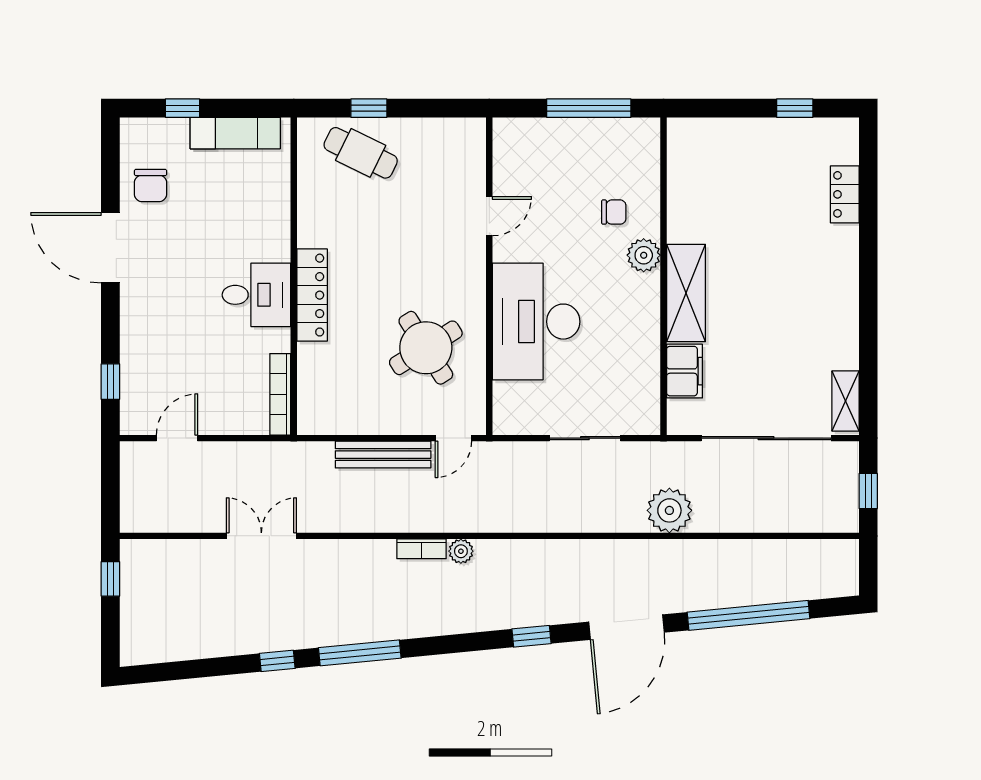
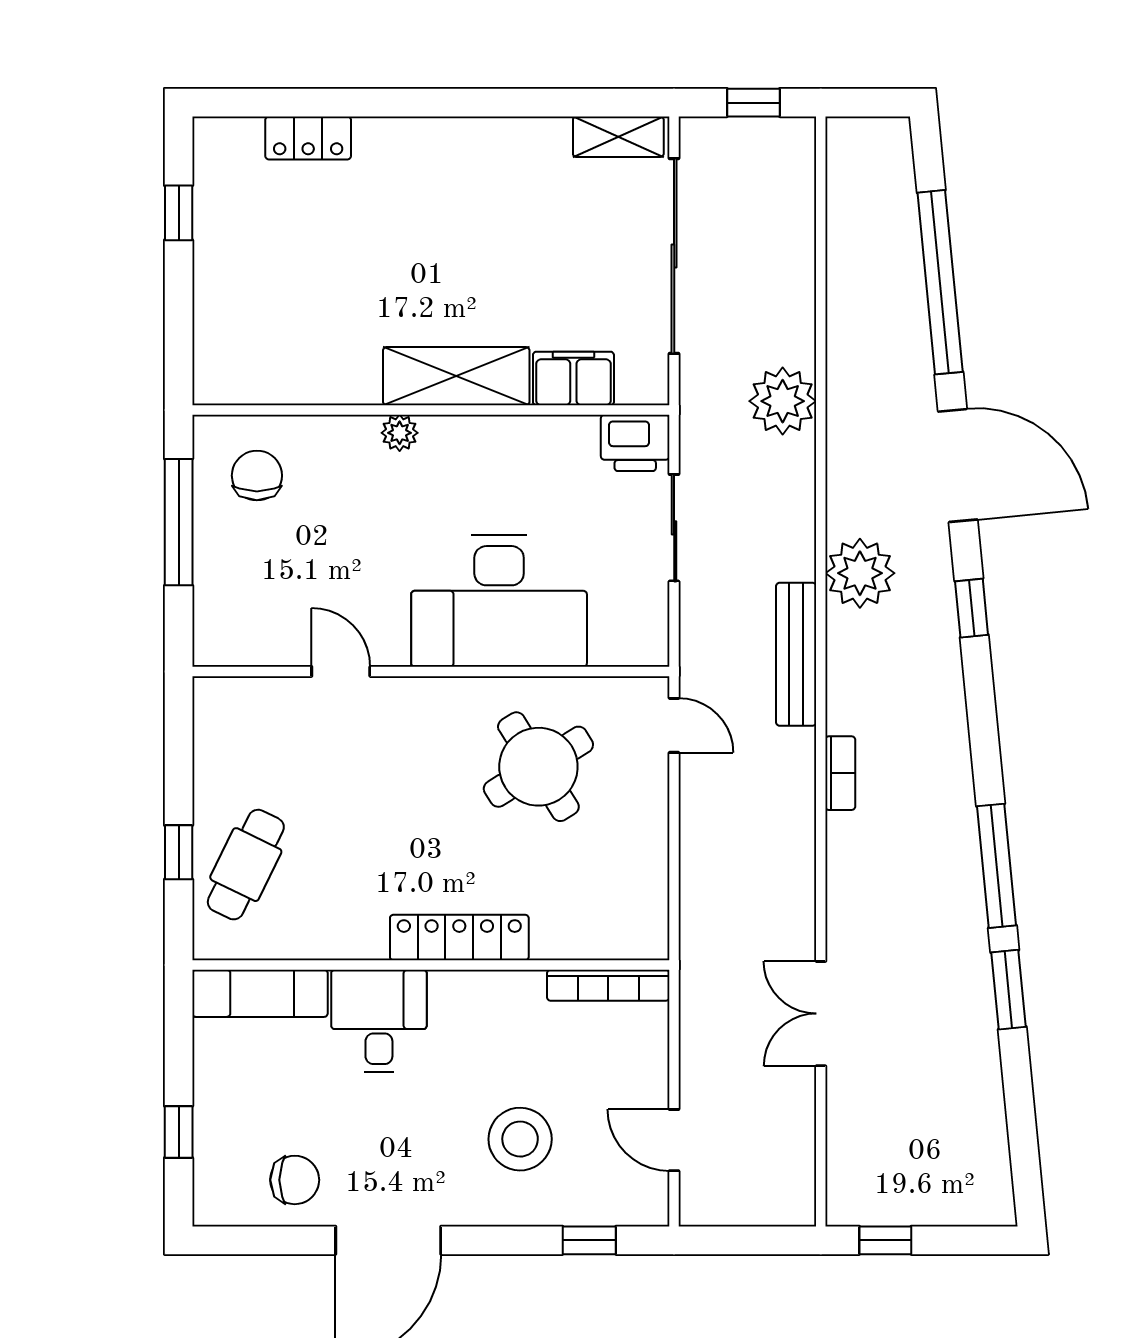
exam couch: (235, 133) -> (260, 993), moved, turned 90
chair: (614, 212) -> (257, 476), moved, width x1.37, depth x1.37
plant: (644, 255) -> (400, 433), width x0.73, depth x0.73
desk: (256, 295) -> (379, 1021), moved
stool: (178, 336) -> (520, 1139), added
printer: (642, 412) -> (635, 443), added
bench: (383, 455) -> (796, 654), moved
plant: (461, 551) -> (860, 573), moved, width x1.87, depth x1.87
window: (277, 661) -> (1009, 990), width x1.50

